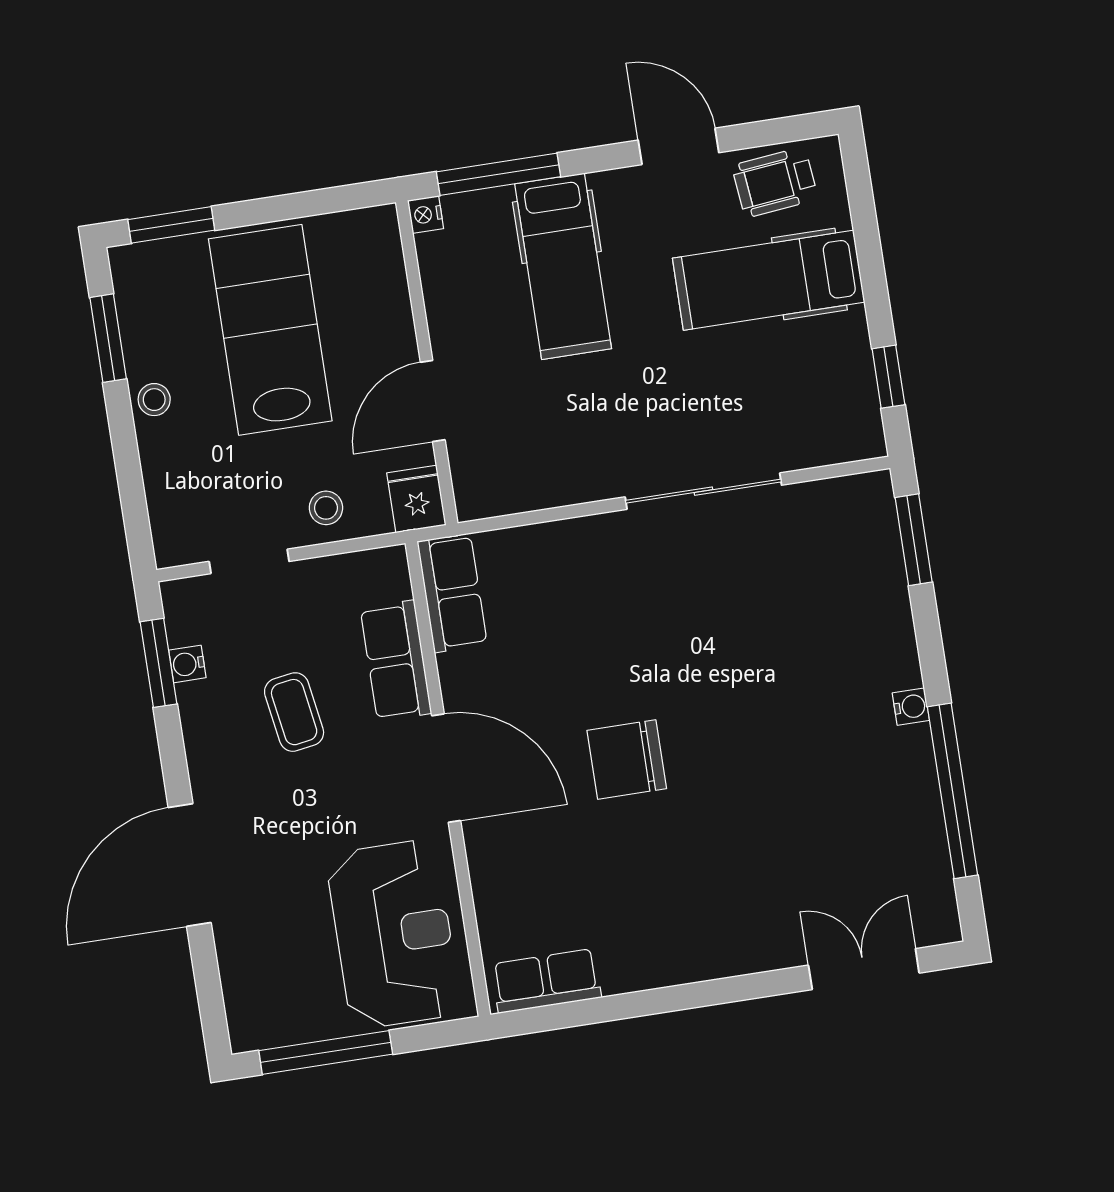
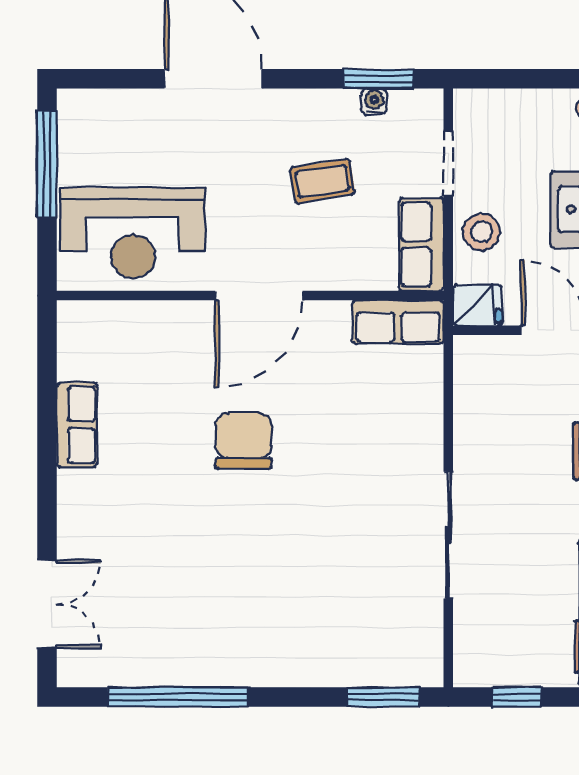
stool: (326, 508) -> (482, 232), width x1.37, depth x1.37
row of seats: (396, 661) -> (421, 244), moved, turned -90
water cooler: (911, 707) -> (251, 674), removed
row of seats: (546, 981) -> (77, 425), moved

